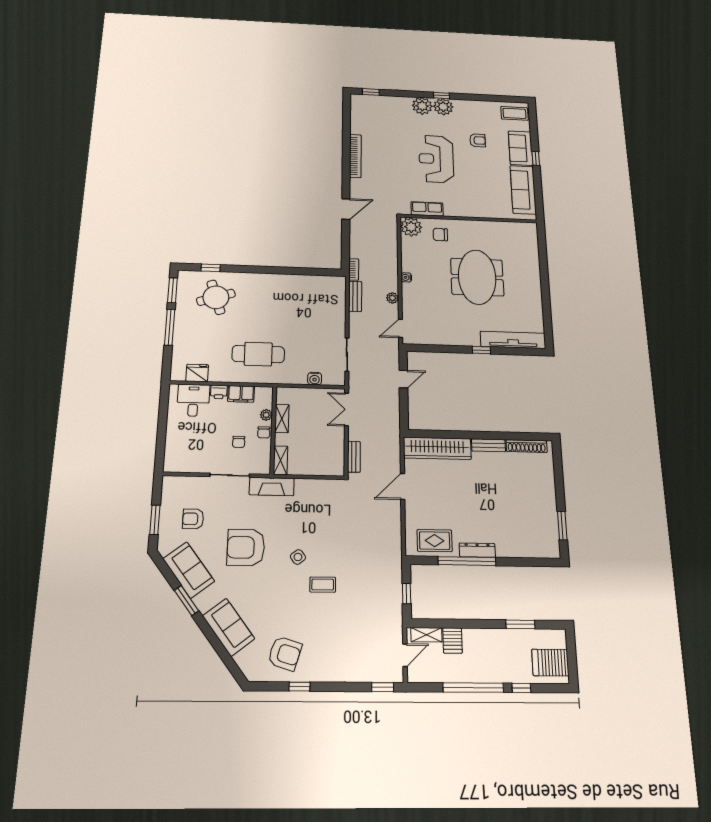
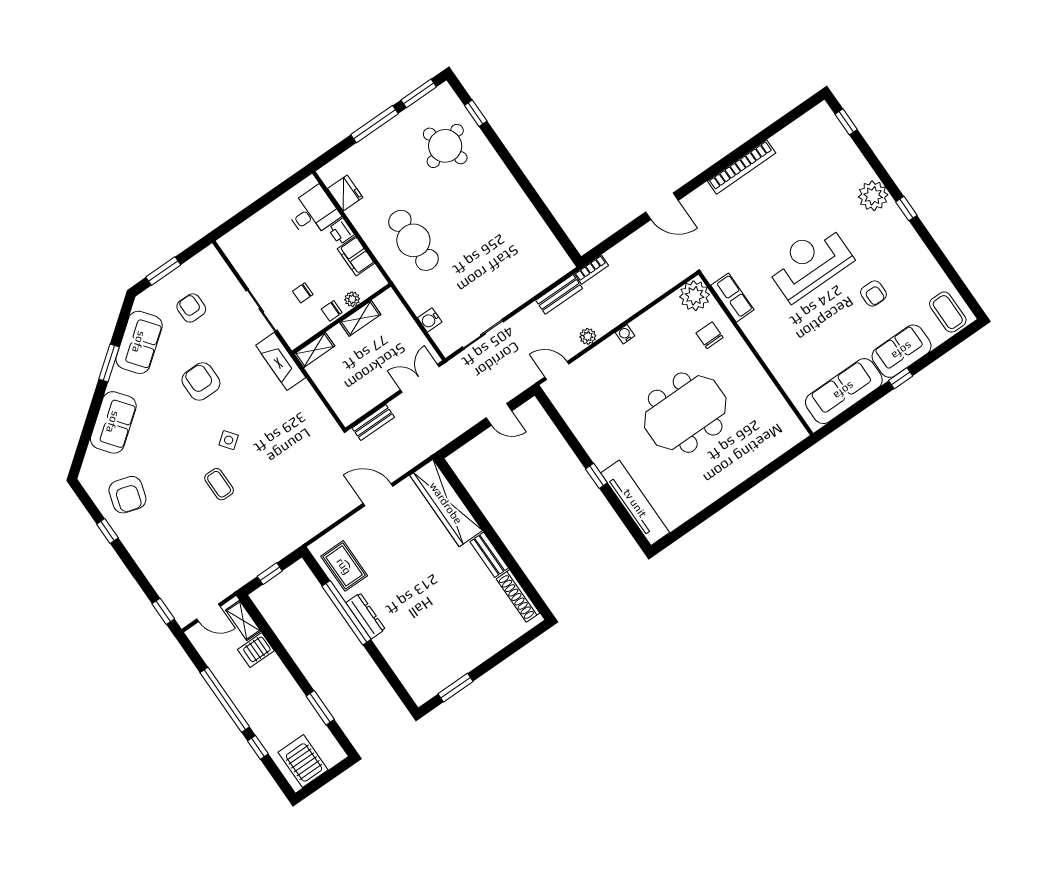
plant: (443, 107) -> (891, 221), removed
armchair: (246, 547) -> (201, 382), width x0.73, depth x0.73

